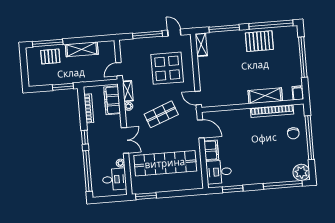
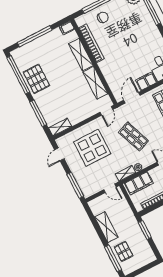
window: (147, 35) -> (75, 185), moved
shelving: (231, 98) -> (95, 83), added

